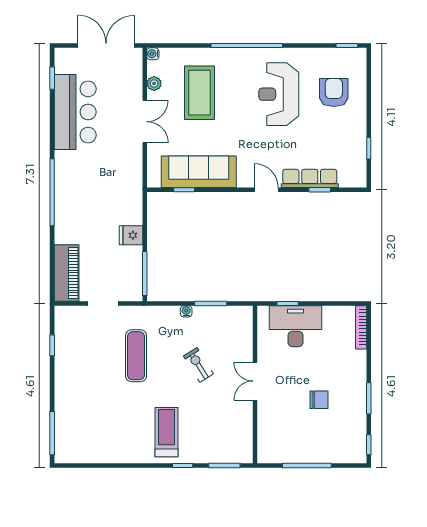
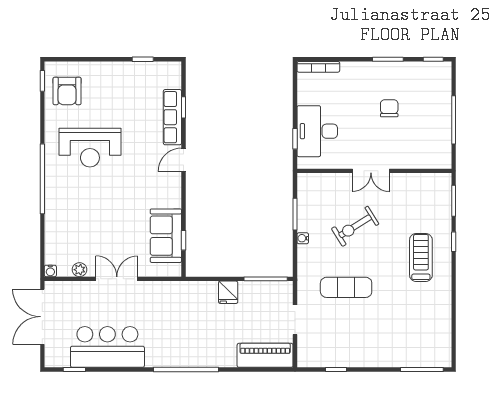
armchair: (334, 92) -> (67, 91), moved, turned -90
coffee table: (199, 93) -> (88, 225), removed
sofa: (199, 172) -> (166, 236), width x0.73
exercise bike: (198, 365) -> (355, 226), width x1.38, depth x1.39
treadmill: (167, 432) -> (421, 257), turned 90

